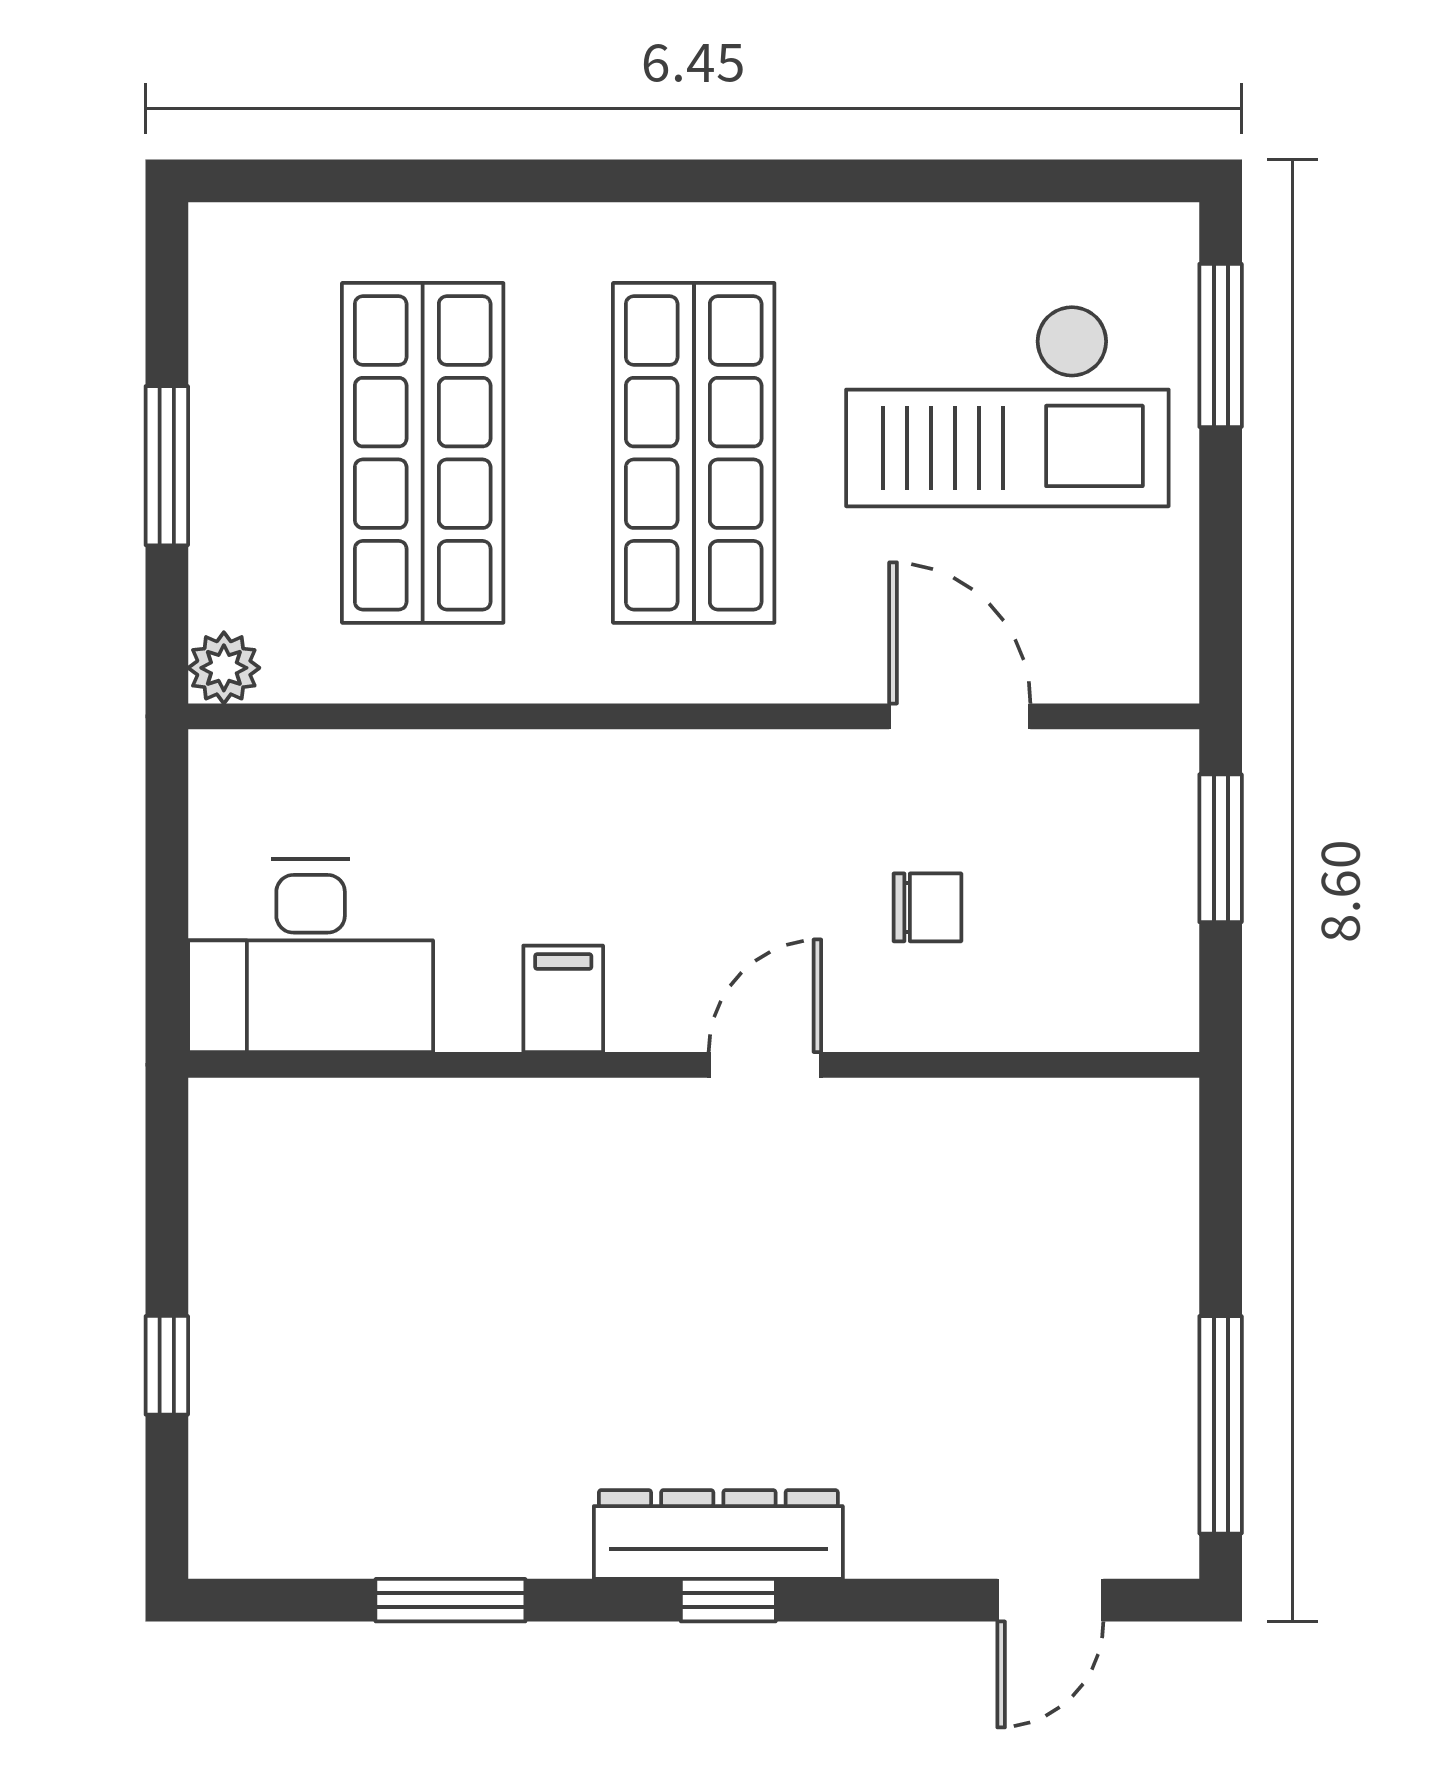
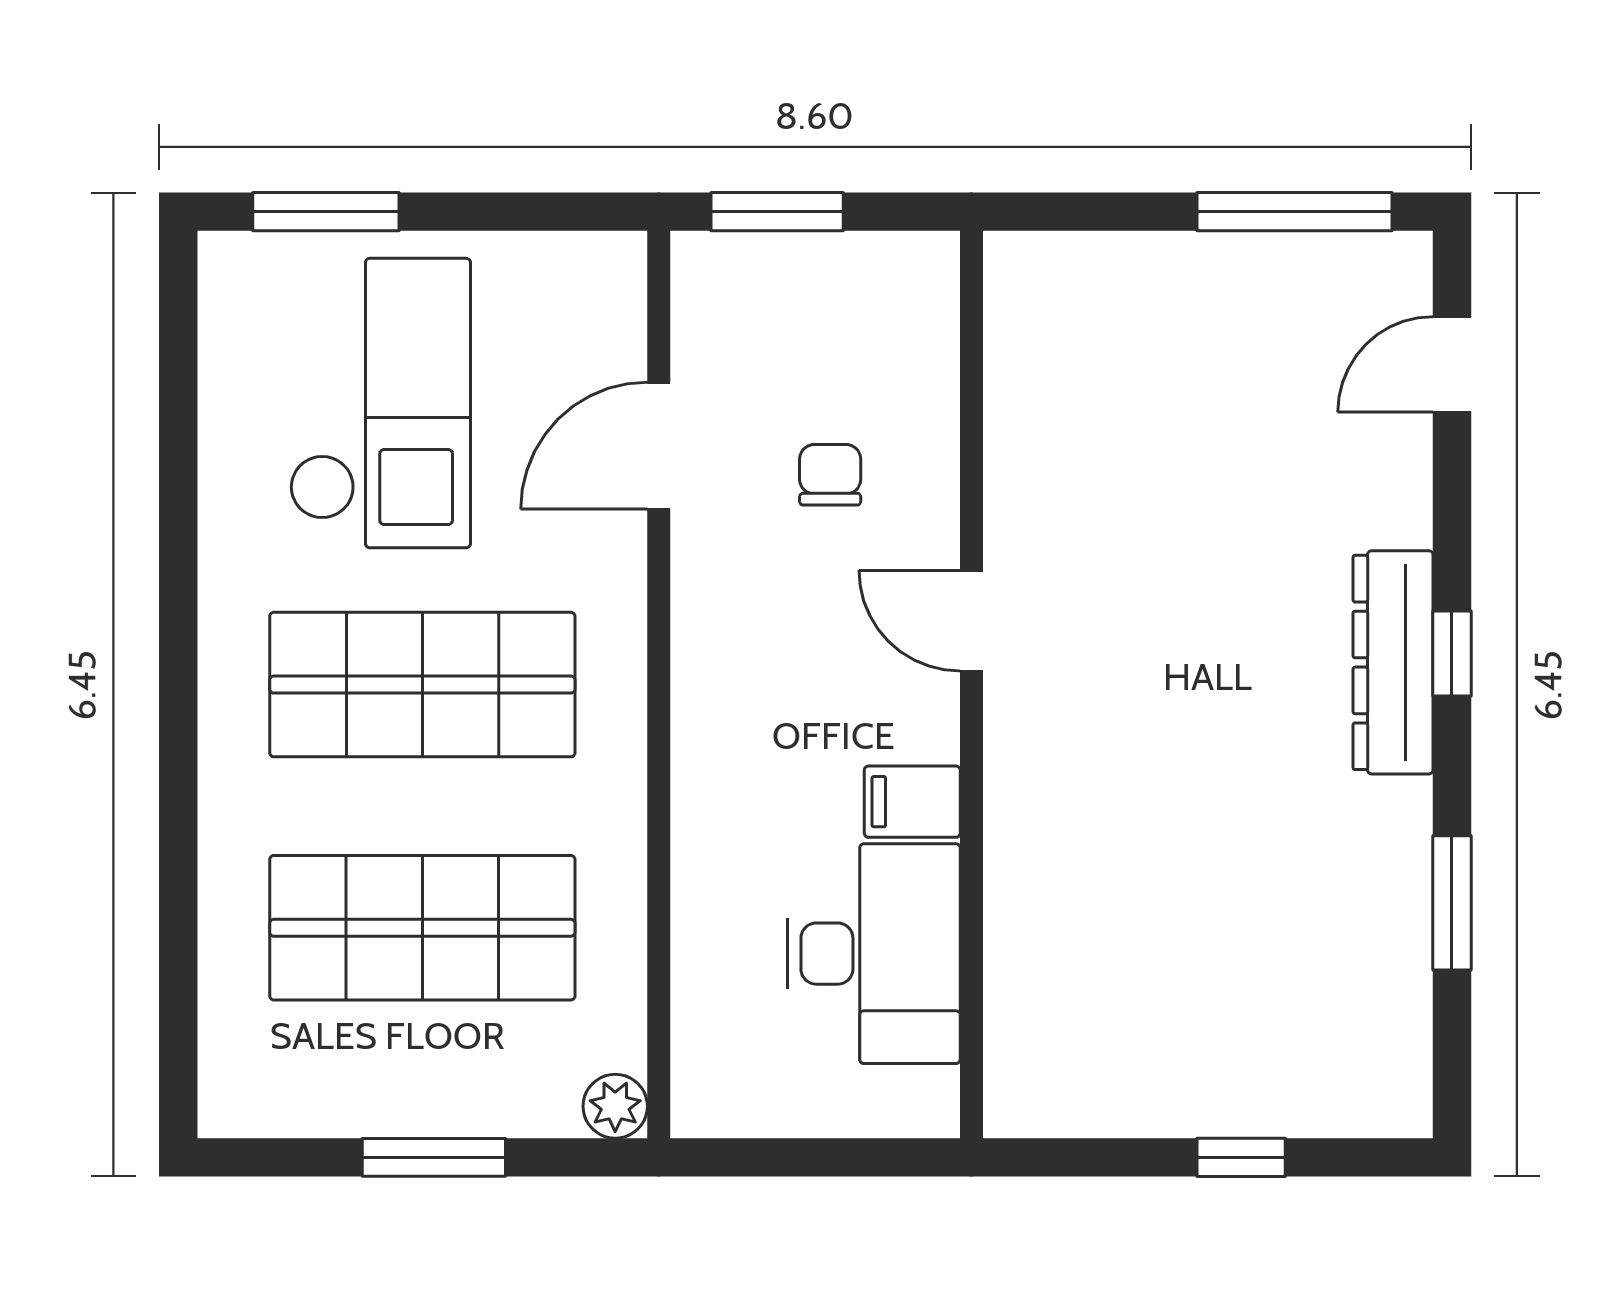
desk: (311, 956) -> (874, 954), moved
door: (1050, 1600) -> (1452, 364), swing flipped

